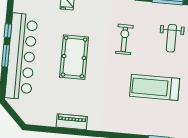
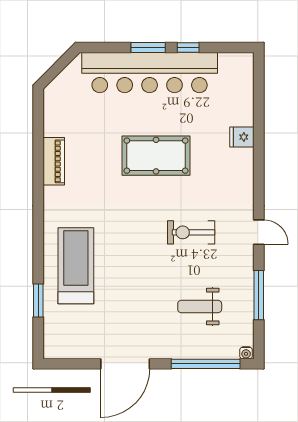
exercise bike: (124, 39) -> (191, 232), turned 180
treadmill: (155, 87) -> (76, 266), moved

